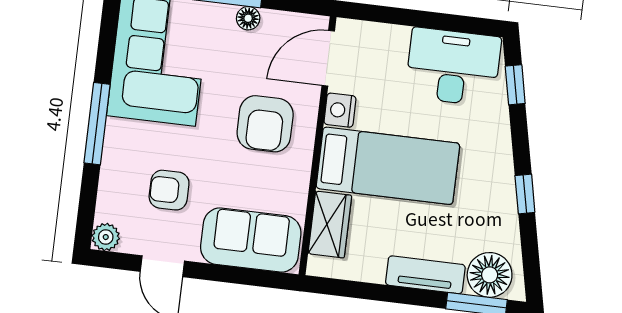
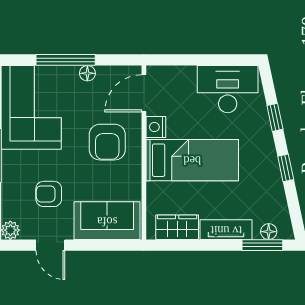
window: (515, 85) -> (275, 117), moved
wardrobe: (330, 225) -> (177, 227), moved, turned -90
floor lamp: (490, 275) -> (269, 232), width x0.53, depth x0.53

